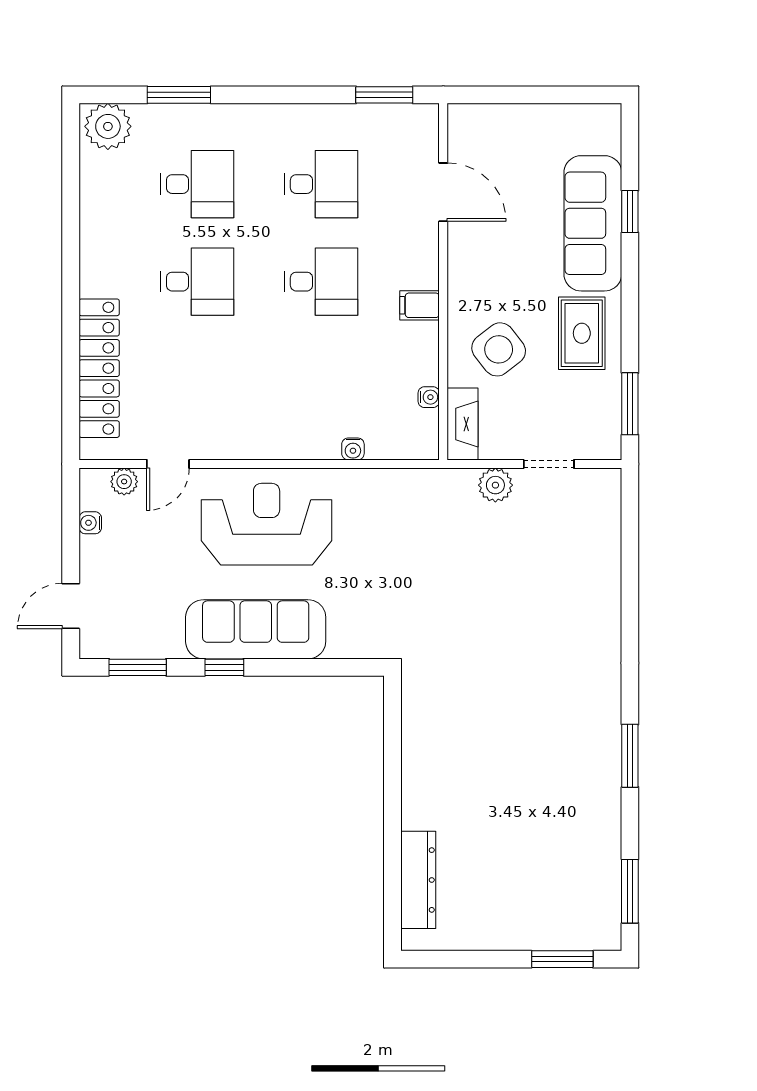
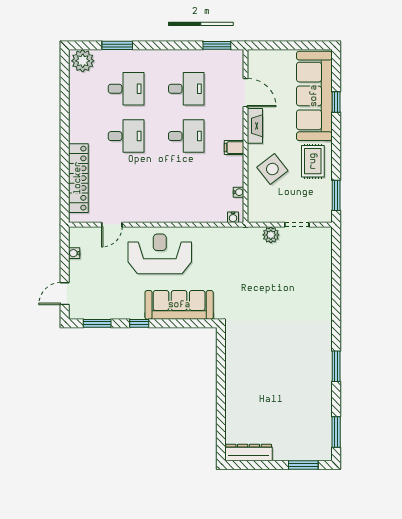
sofa: (593, 223) -> (314, 96), width x1.36, depth x1.27
fireplace: (463, 424) -> (255, 126), moved
water cooler: (353, 449) -> (233, 217), moved
plant: (124, 482) -> (91, 233), removed
sofa: (256, 629) -> (179, 305), moved
dresser: (418, 880) -> (249, 453), moved, turned -90

